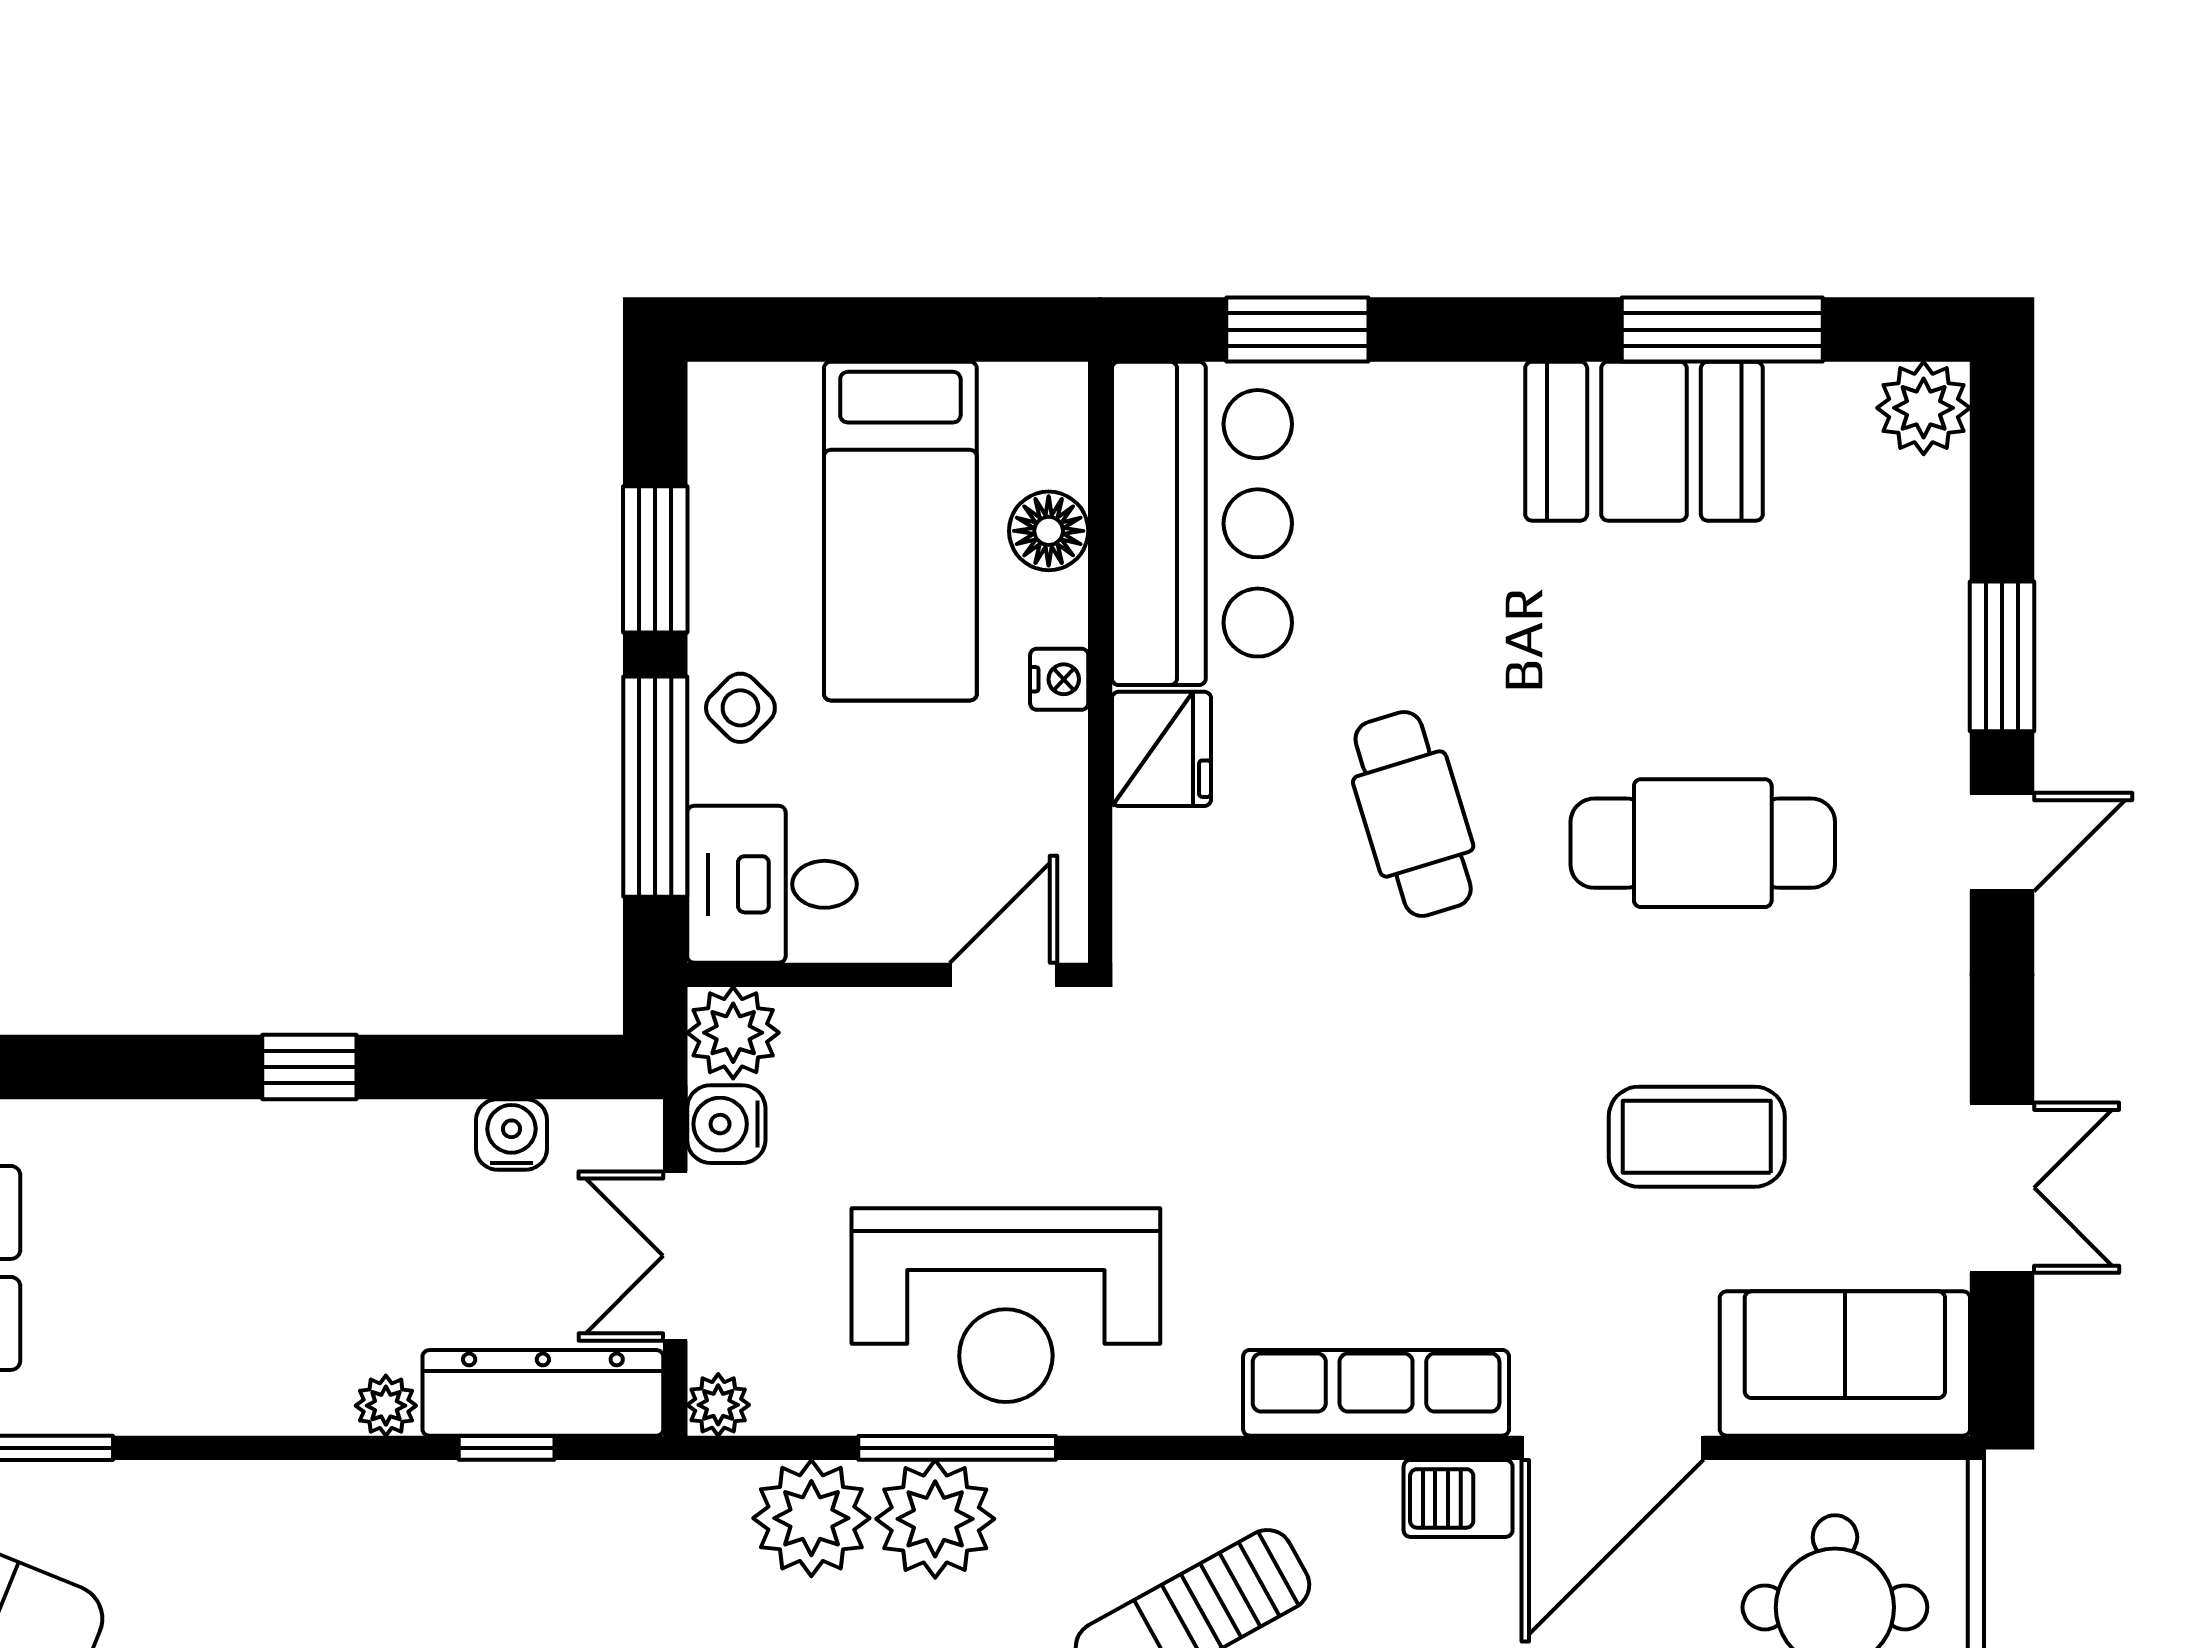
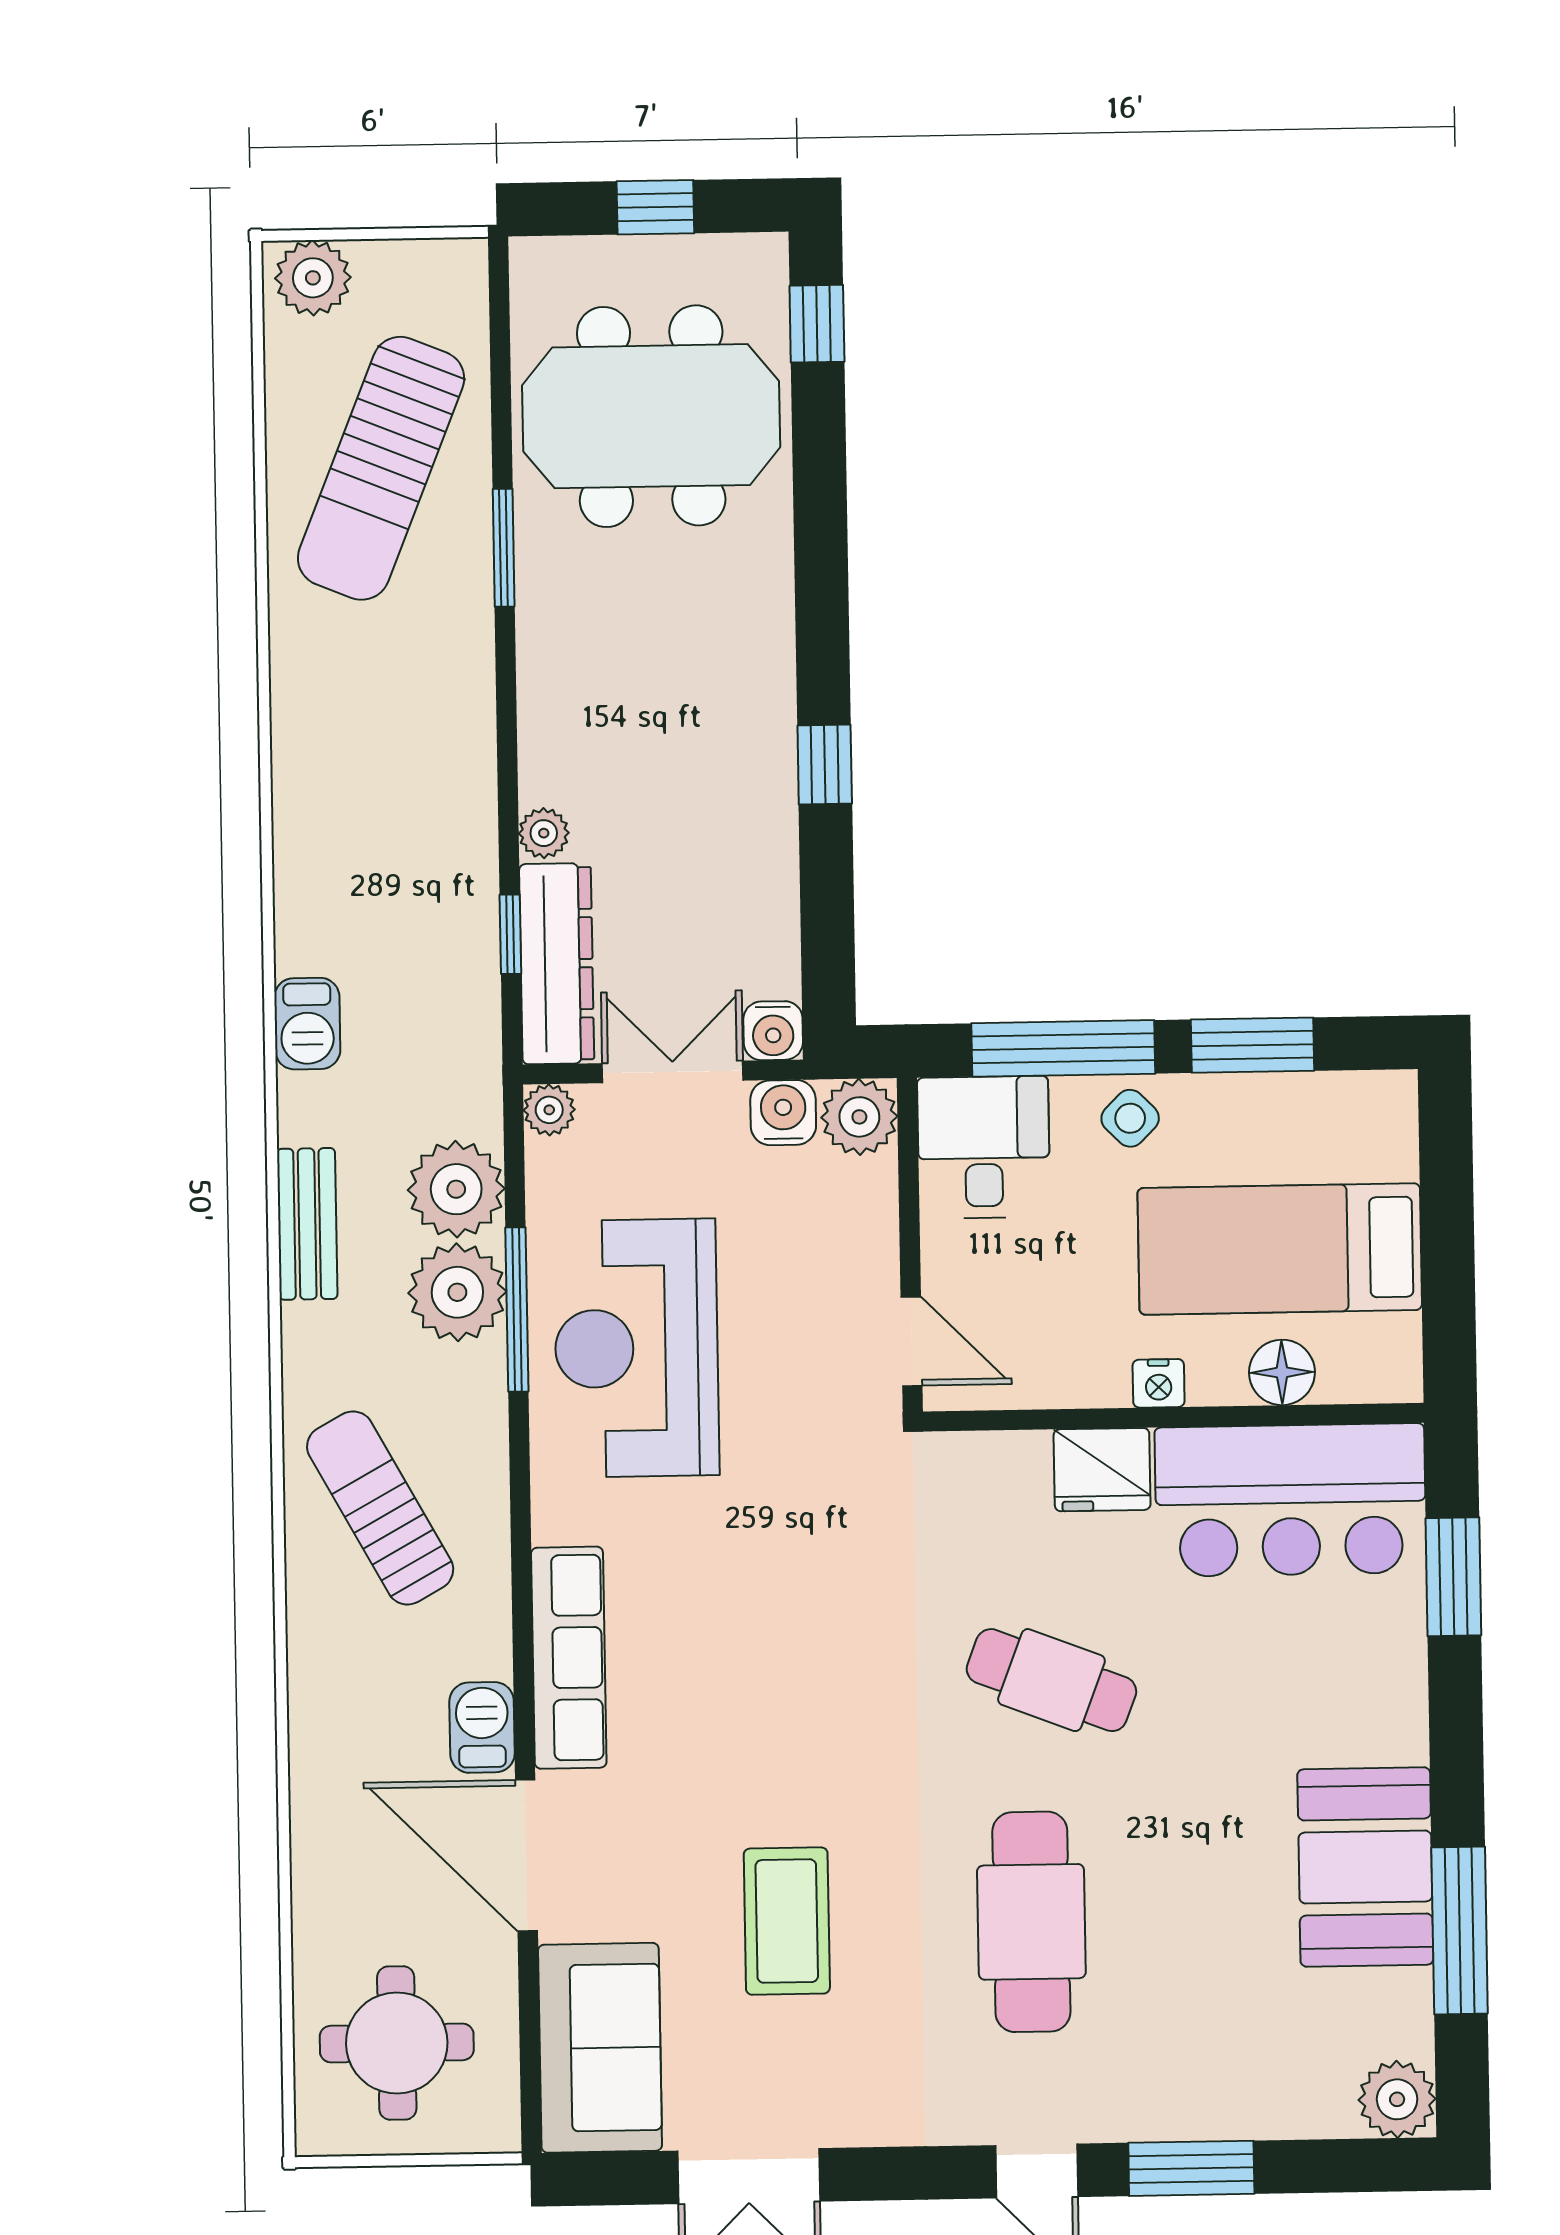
cafe table: (1413, 814) -> (1051, 1680), turned 38
water cooler: (512, 1134) -> (773, 1031), moved, turned 90

